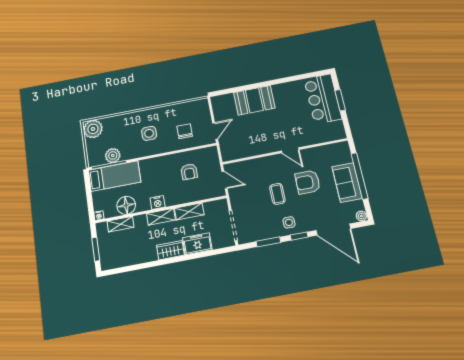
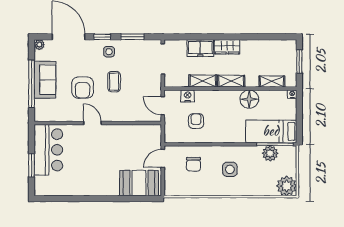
bar counter: (323, 99) -> (48, 150), moved
booth: (254, 100) -> (139, 183), moved
armchair: (308, 182) -> (83, 88), turned 90
nightstand: (158, 203) -> (188, 96), moved
floor lamp: (126, 205) -> (249, 99), moved

